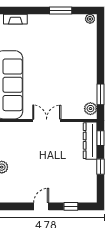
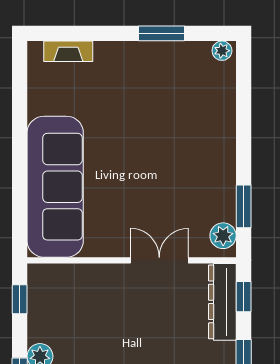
double door: (47, 121) -> (159, 260), moved

